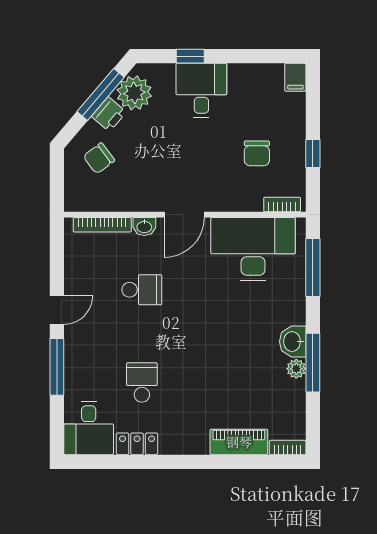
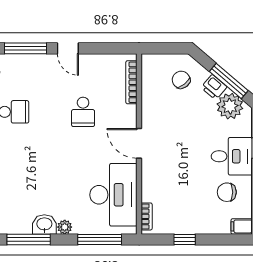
chair: (257, 153) -> (227, 192), moved
washbasin: (144, 227) -> (130, 114), removed
plant: (296, 369) -> (65, 227), moved

